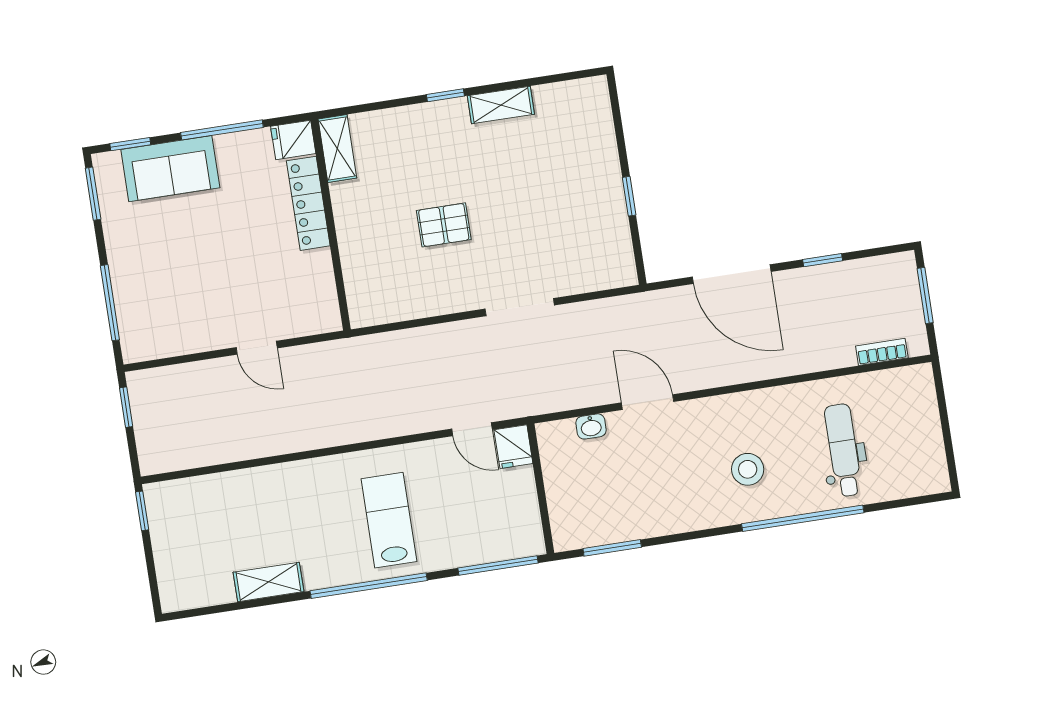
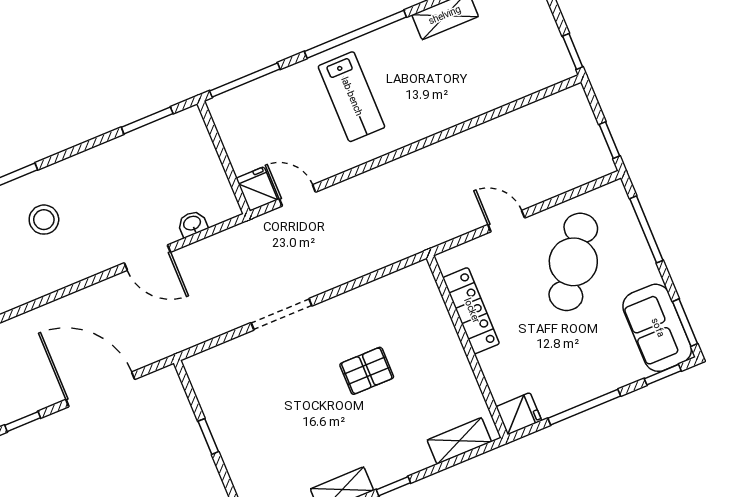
shelving: (337, 149) -> (459, 441), moved, turned 90
sofa: (170, 169) -> (657, 328), moved, turned -90
locker: (308, 203) -> (471, 311), moved
cafe table: (196, 287) -> (573, 262), added

